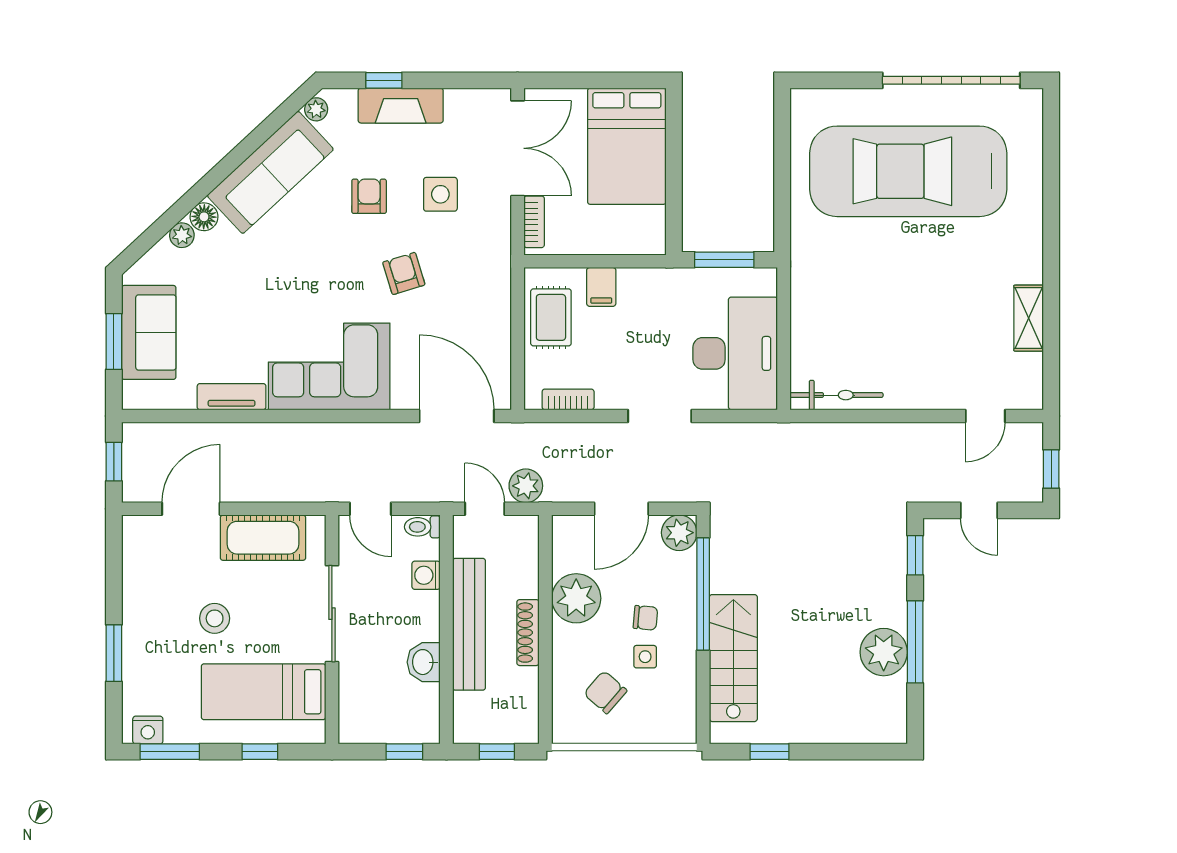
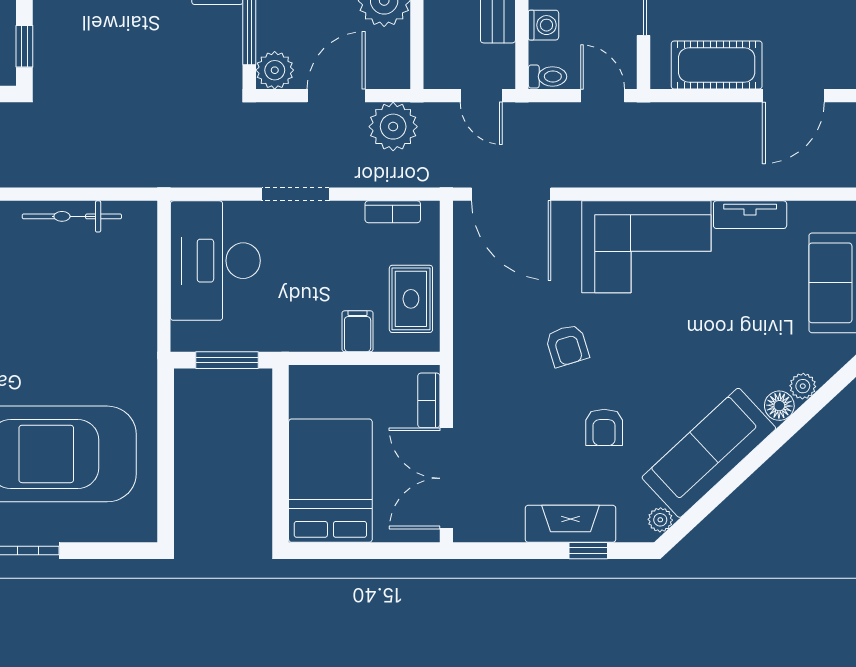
side table: (440, 194) -> (528, 430), removed
bicycle: (836, 395) -> (72, 216), moved
plant: (526, 486) -> (393, 127), moved, width x1.36, depth x1.36

